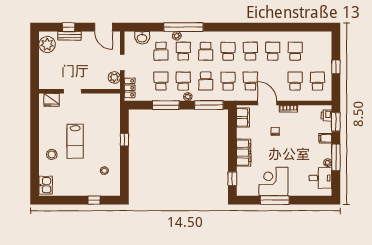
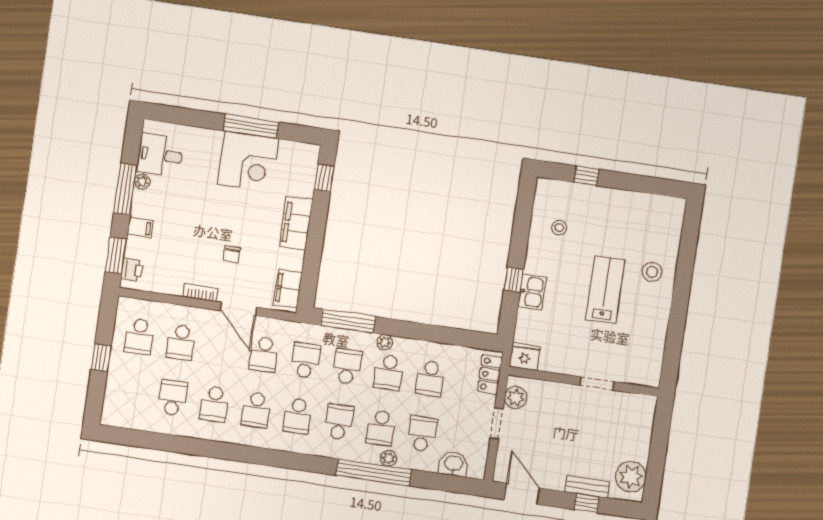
school desk: (295, 51) -> (173, 398), turned 180
school desk: (228, 81) -> (306, 360), turned 180
fridge: (52, 100) -> (525, 357), moved
window: (166, 105) -> (428, 333), removed
kitchen sink: (46, 185) -> (532, 292), moved, turned 180

